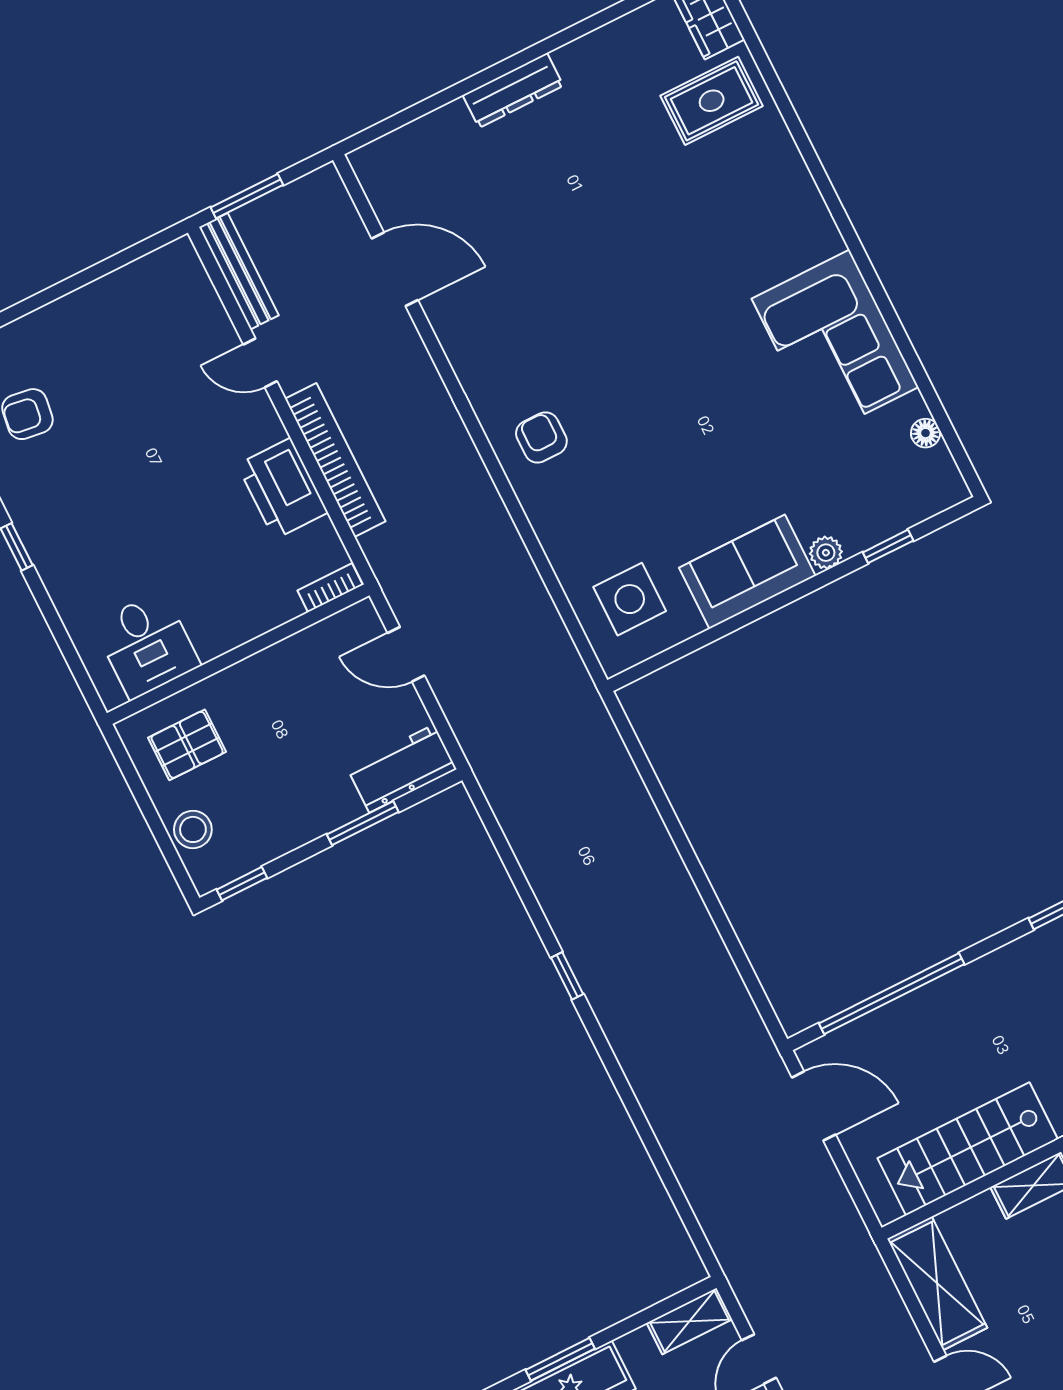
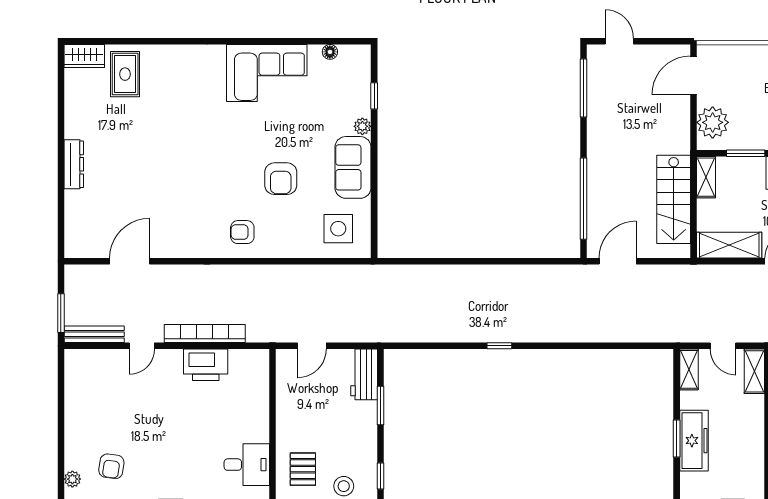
armchair: (666, 457) -> (281, 179), added
bookcase: (330, 588) -> (263, 366), removed

